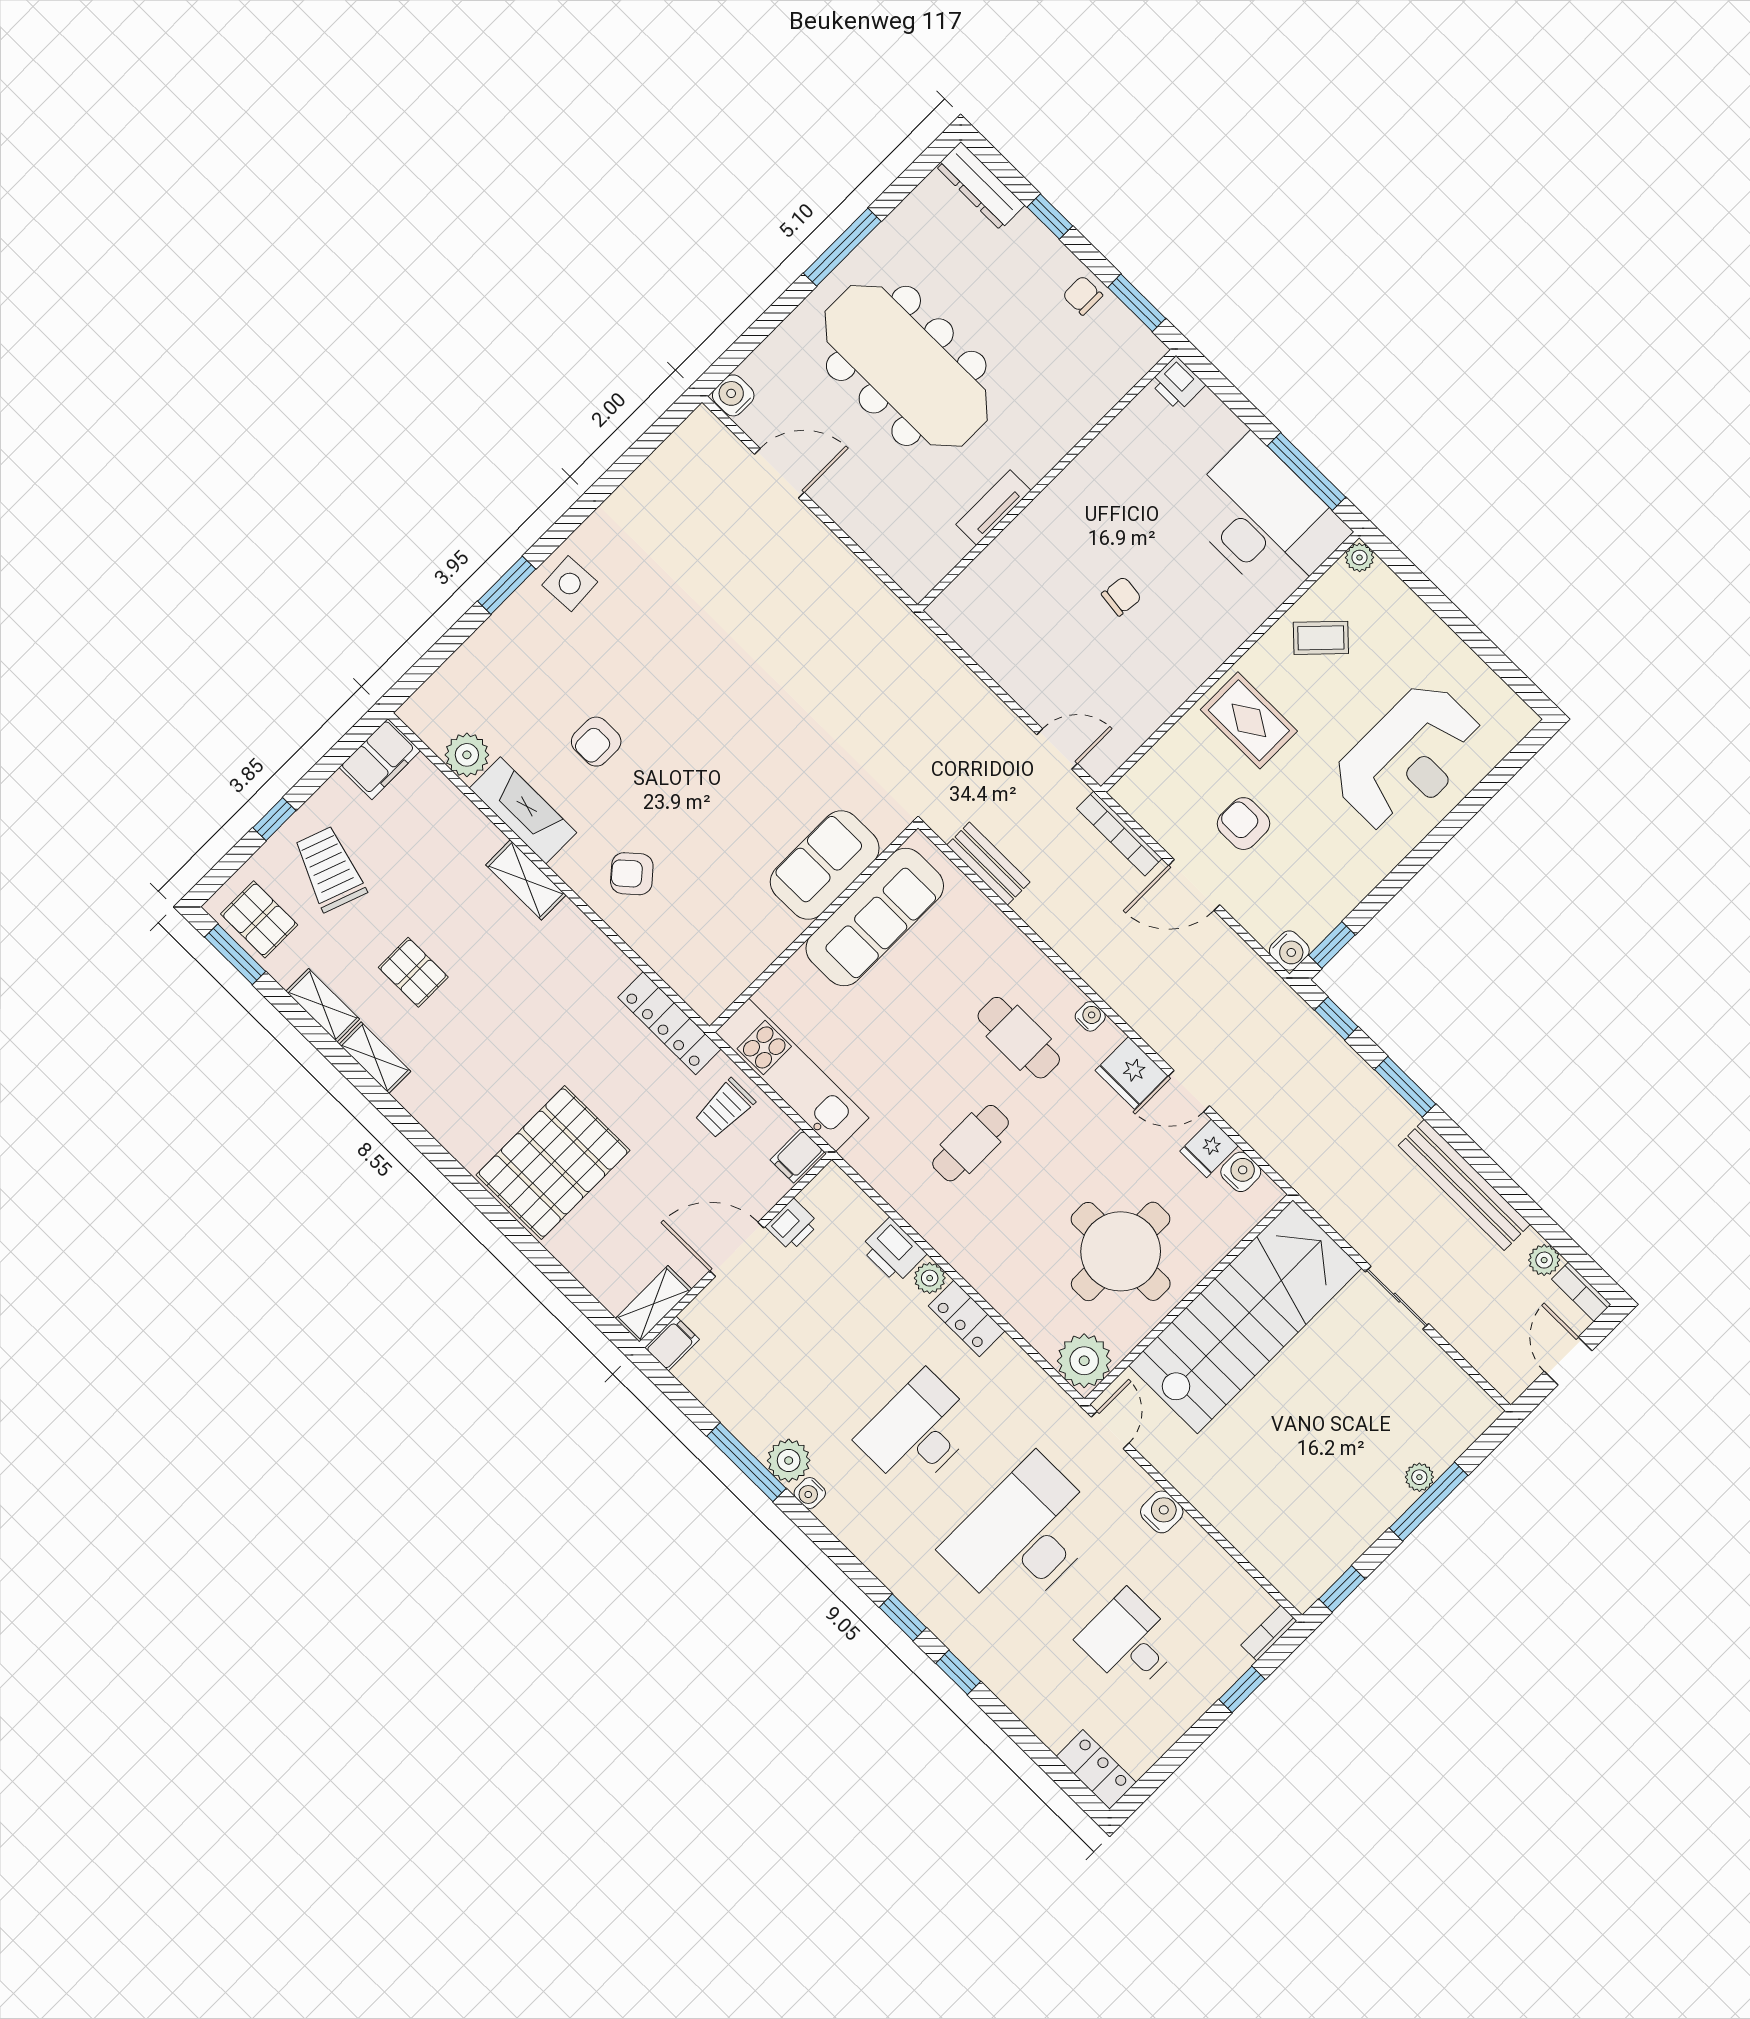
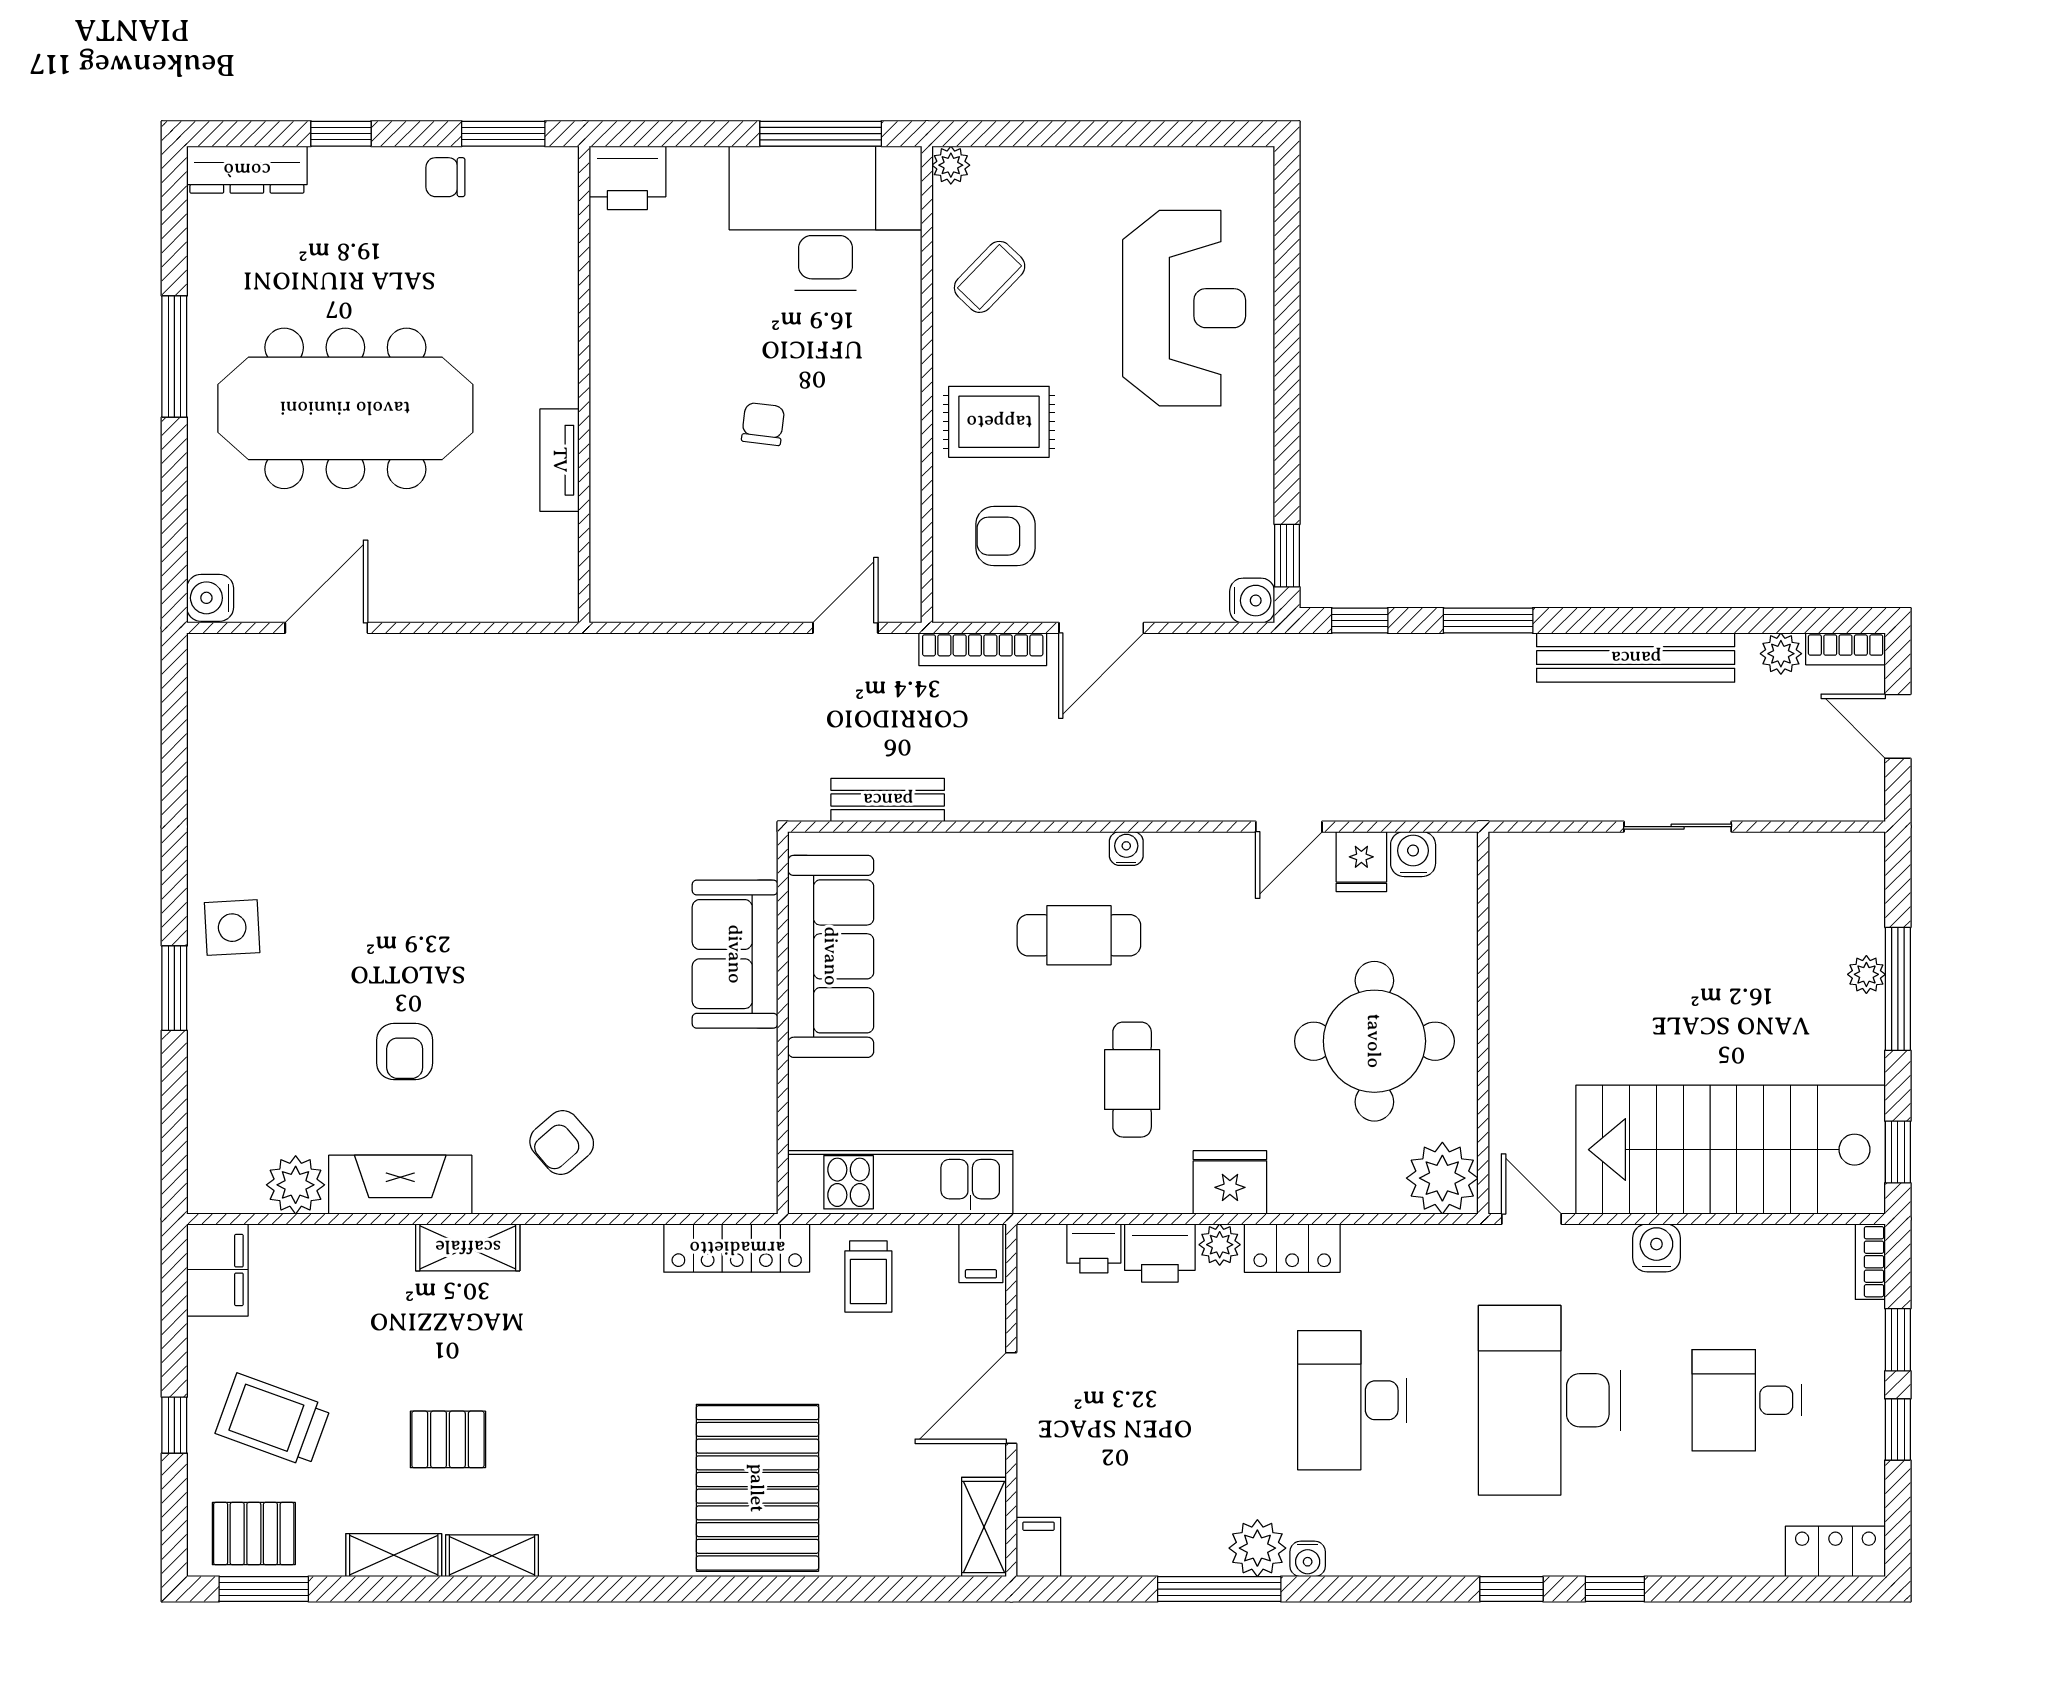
printer: (1177, 384) -> (627, 178), width x1.36, depth x1.24
armchair: (1243, 824) -> (1005, 536), moved
fridge: (1131, 1073) -> (1230, 1182), moved, turned 180
printer: (792, 1225) -> (1094, 1248), moved, turned 90
stairs: (1245, 1317) -> (1731, 1150), moved, turned -90
window: (1194, 1737) -> (1898, 1429), added

